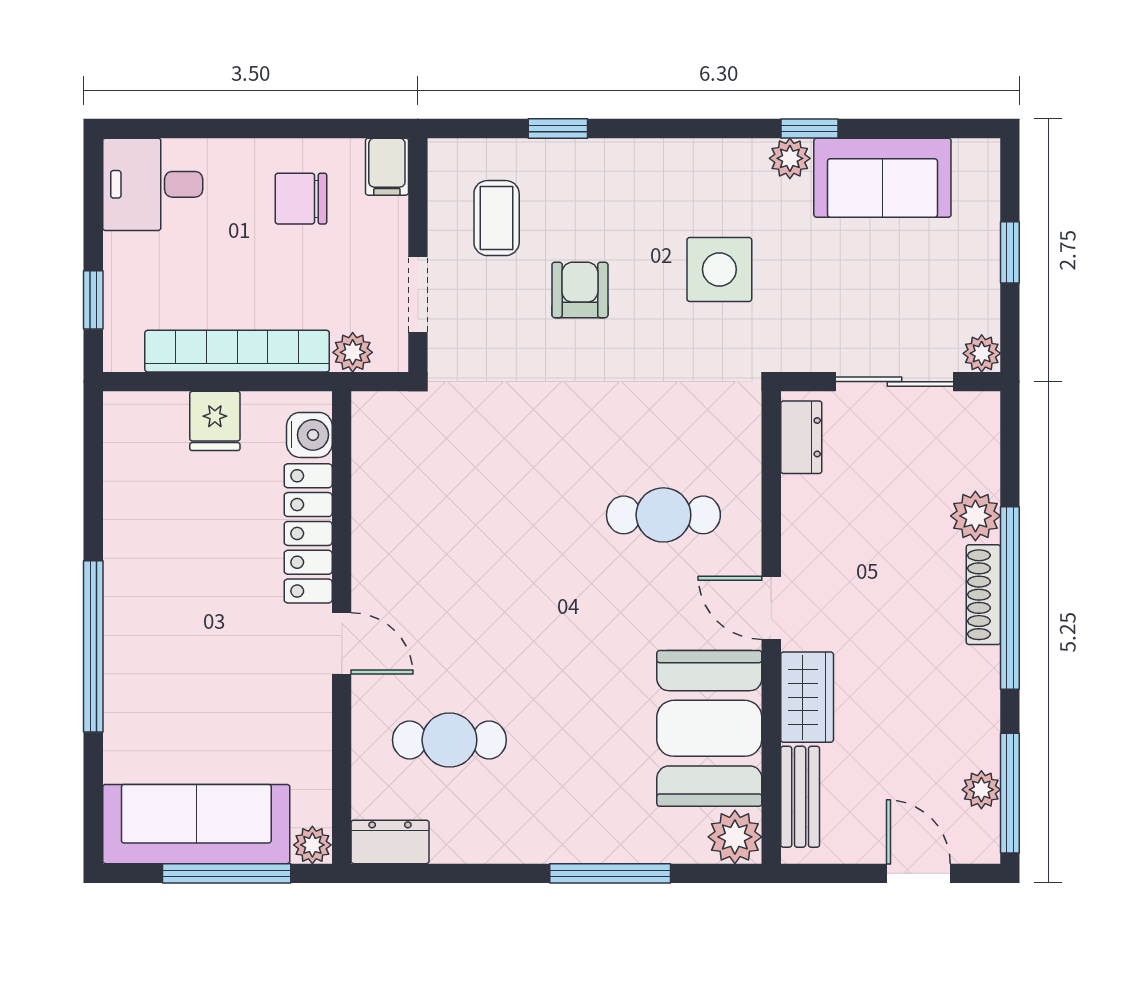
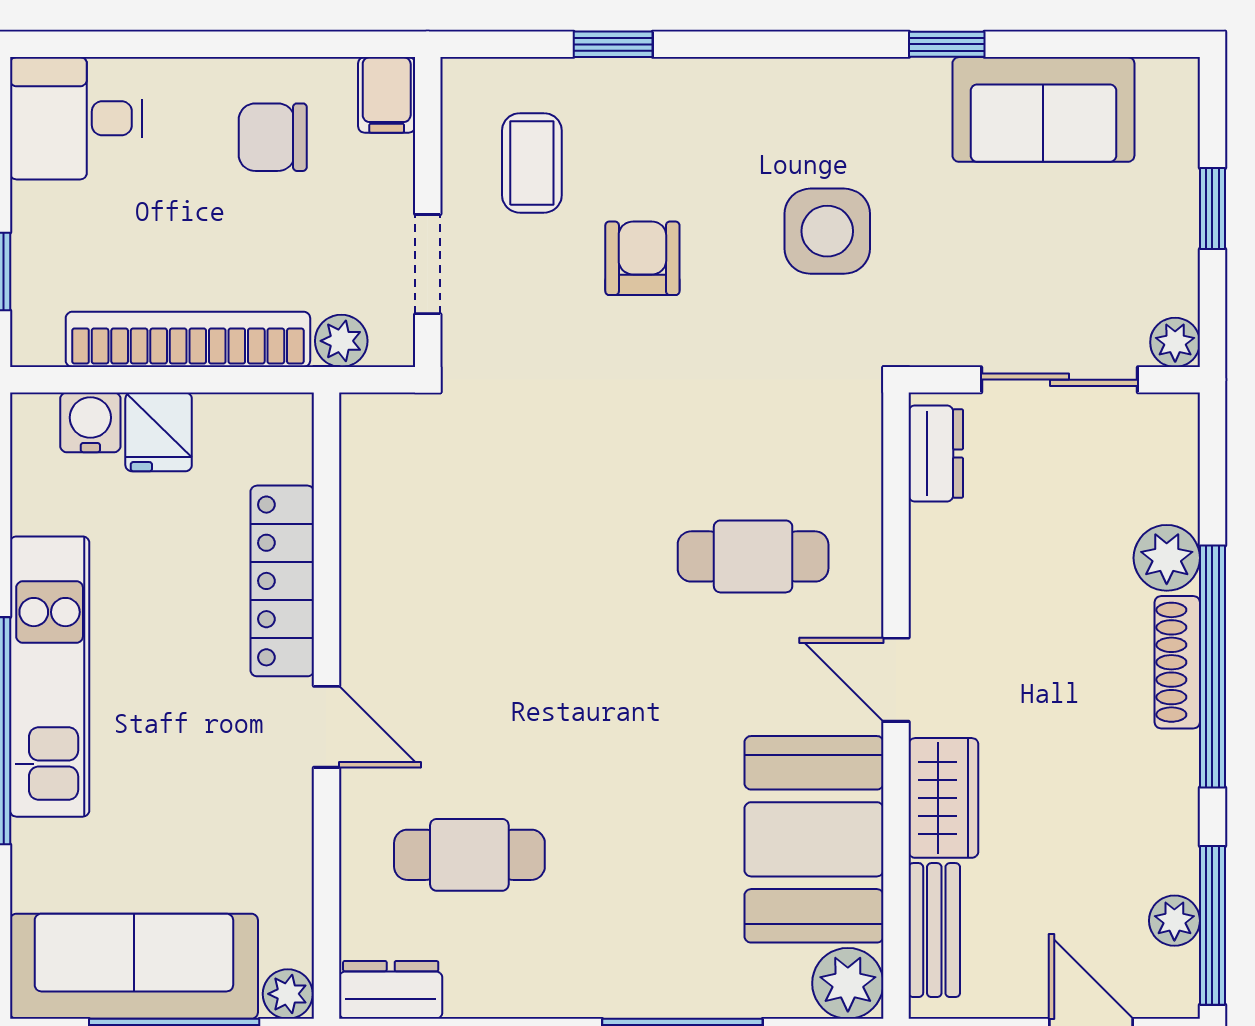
plant: (790, 158) -> (921, 84), removed
water cooler: (309, 435) -> (90, 422), moved, turned -90
kitchen unit: (133, 606) -> (50, 677), added

